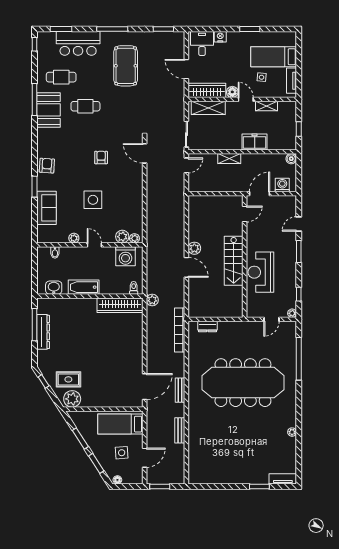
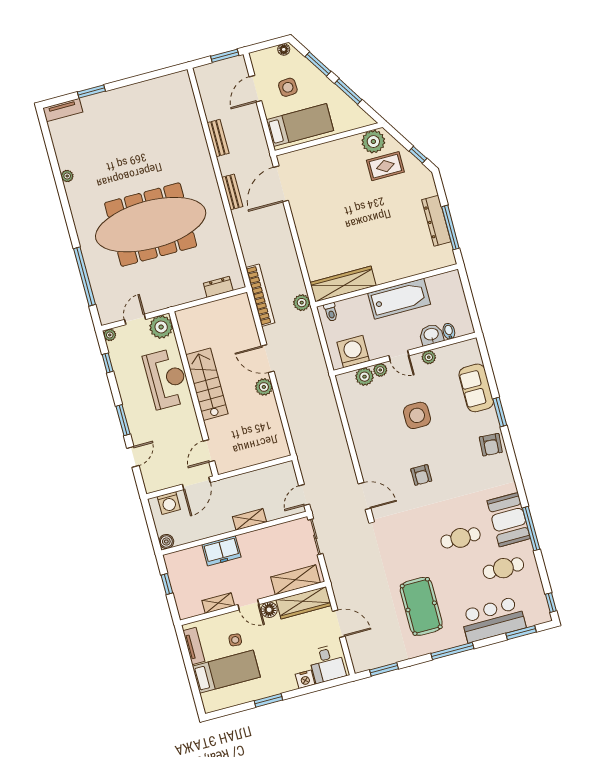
plant: (134, 238) -> (380, 370), moved
bathtub: (84, 287) -> (399, 299), width x1.36, depth x1.36
washbasin: (54, 288) -> (431, 335), moved, turned 180
plant: (255, 309) -> (161, 327), added
bookcase: (180, 330) -> (260, 295), moved

